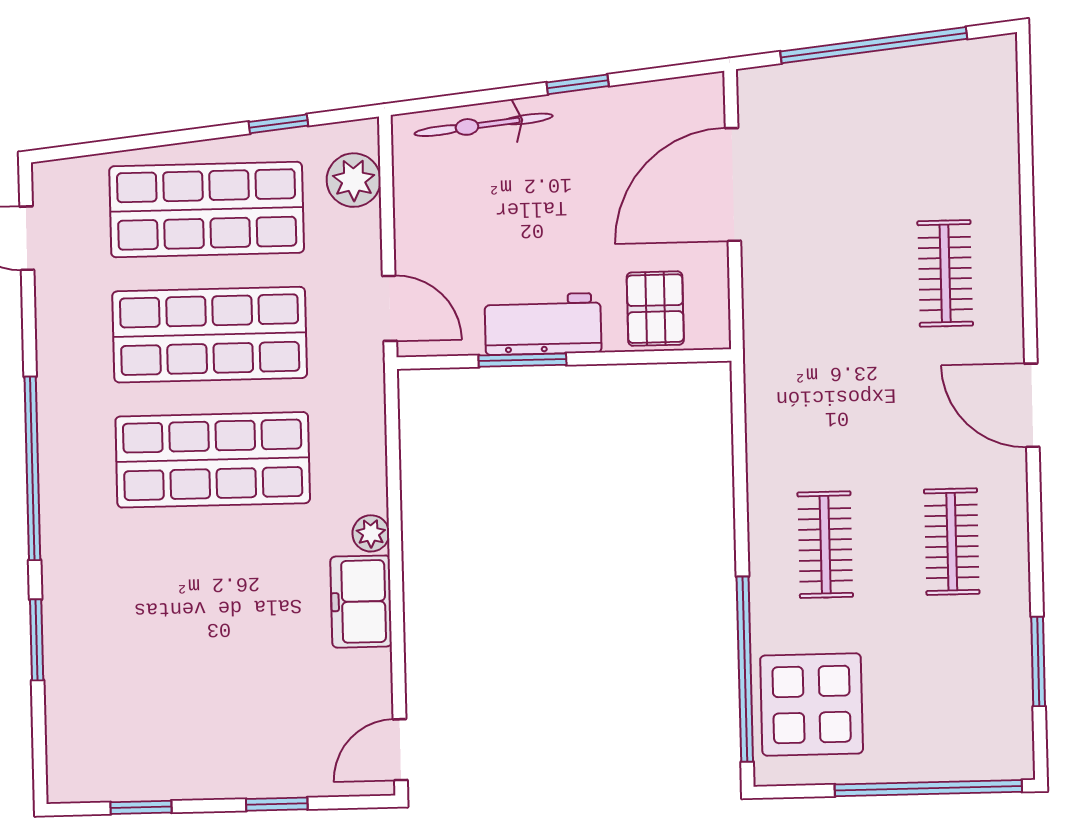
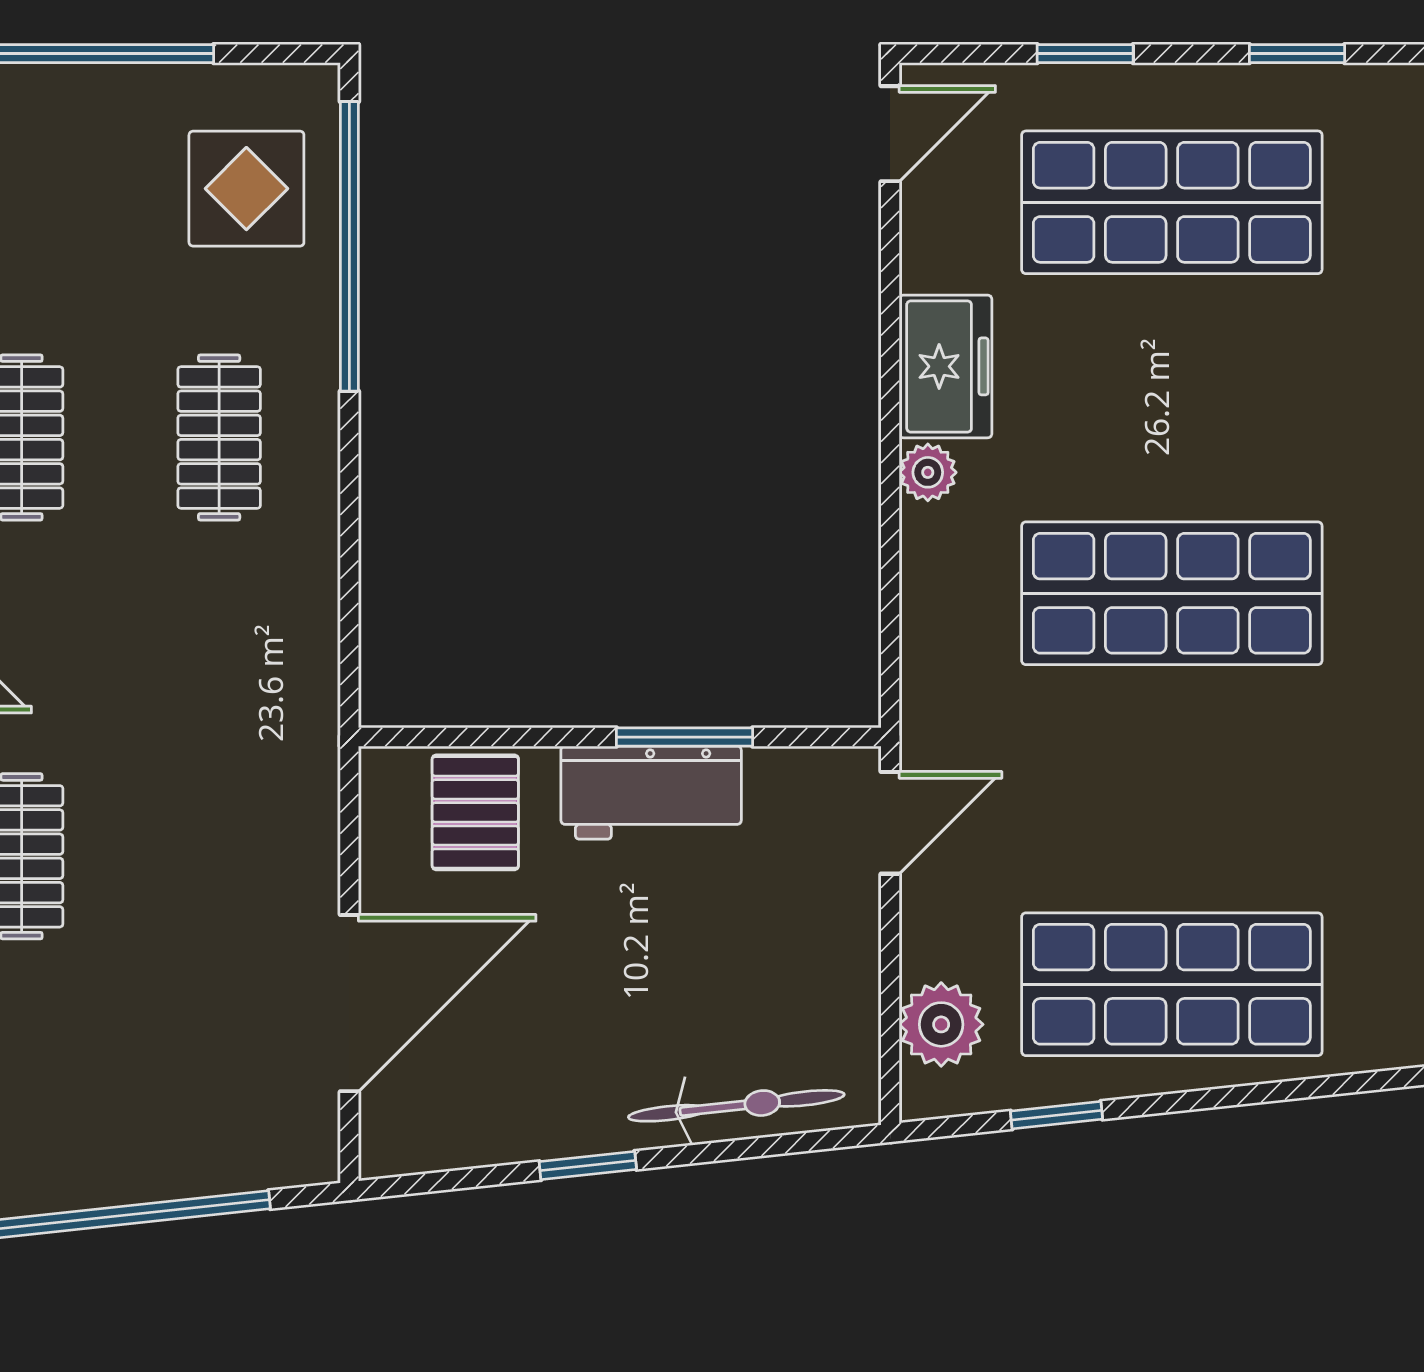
door: (389, 308) -> (890, 823), swing flipped
shop shelf: (210, 335) -> (1172, 202), moved
display table: (812, 704) -> (246, 189), width x0.73, depth x0.73

